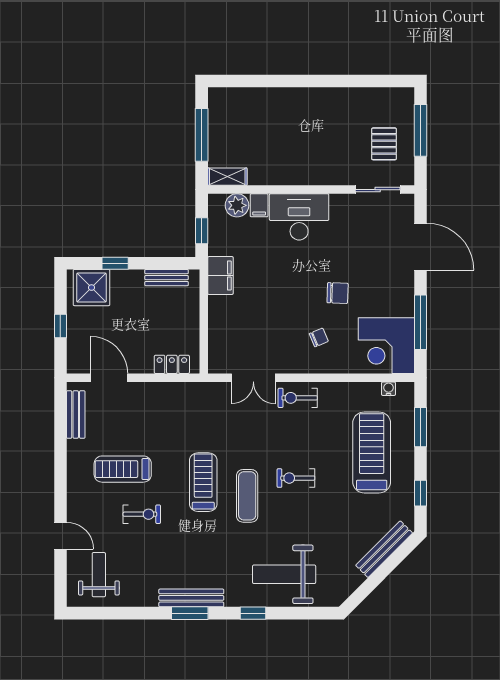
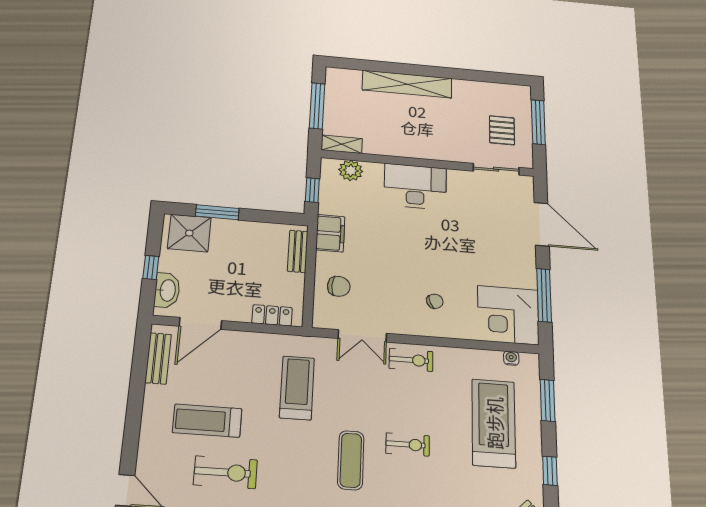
shelving: (289, 99) -> (407, 84), added
filing cabinet: (259, 205) -> (374, 172), removed
window: (115, 263) -> (217, 212), width x1.50
bench: (167, 278) -> (298, 251), moved, turned 90
chair: (338, 293) -> (339, 286), moved
washbasin: (77, 348) -> (167, 290), added
door: (109, 378) -> (200, 323), swing flipped
exercise bike: (298, 398) -> (411, 360), turned 180
exercise bike: (296, 478) -> (408, 445), turned 180
treadmill: (203, 482) -> (297, 388), moved
exercise bike: (142, 514) -> (225, 472), width x1.38, depth x1.39

